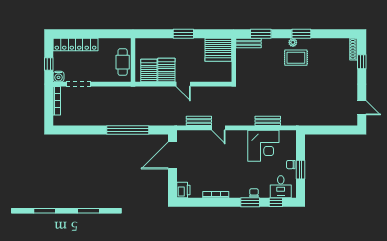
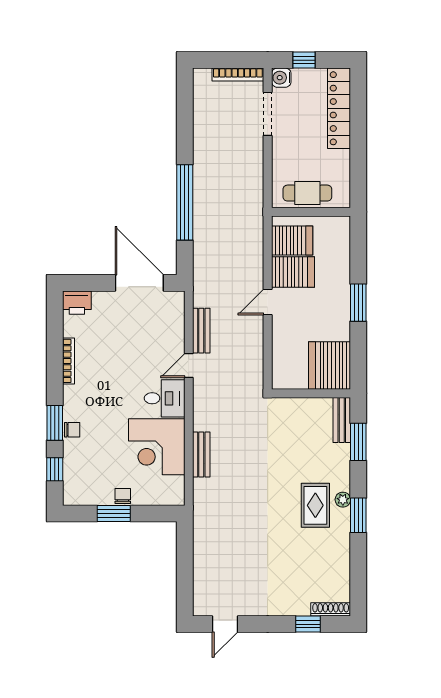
desk: (281, 187) -> (165, 398), moved, turned 180

